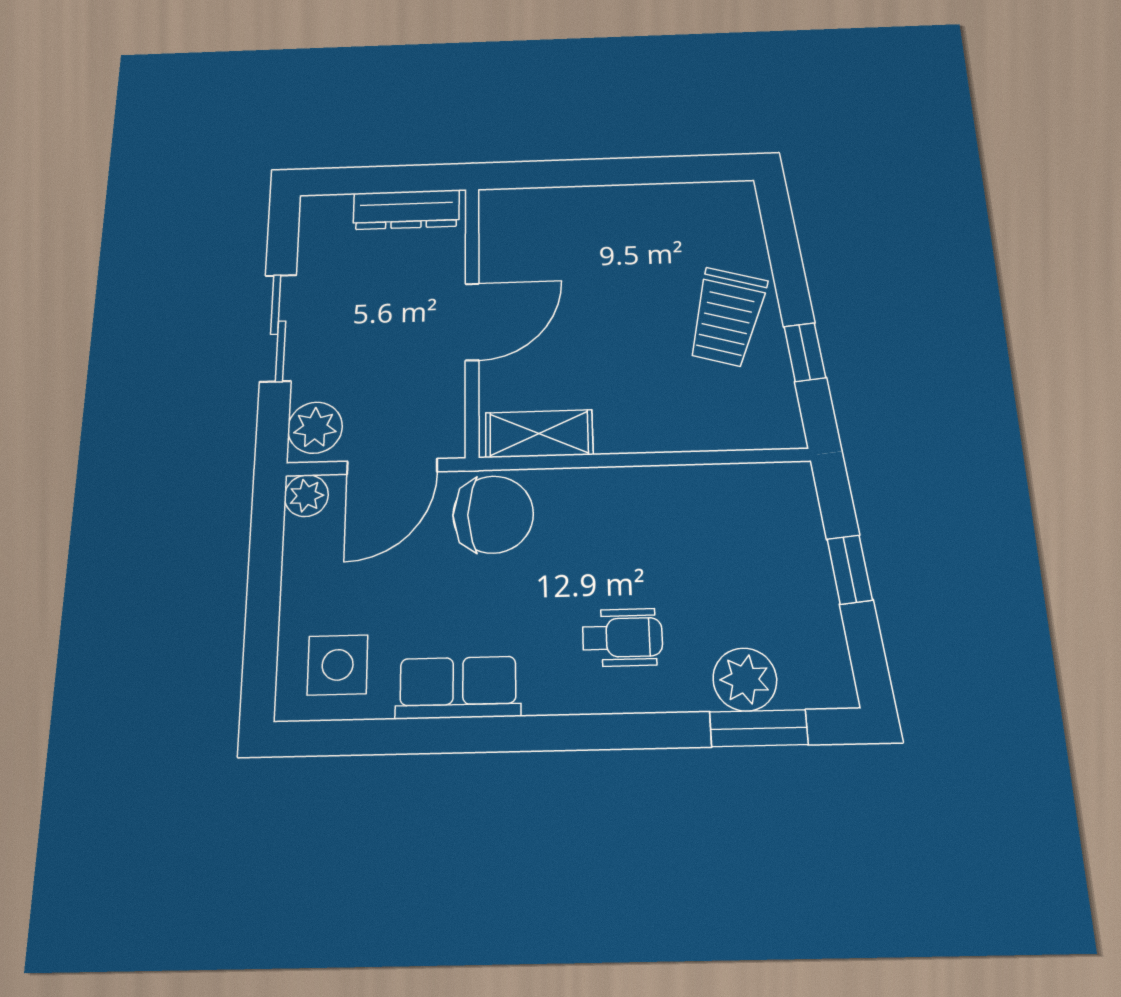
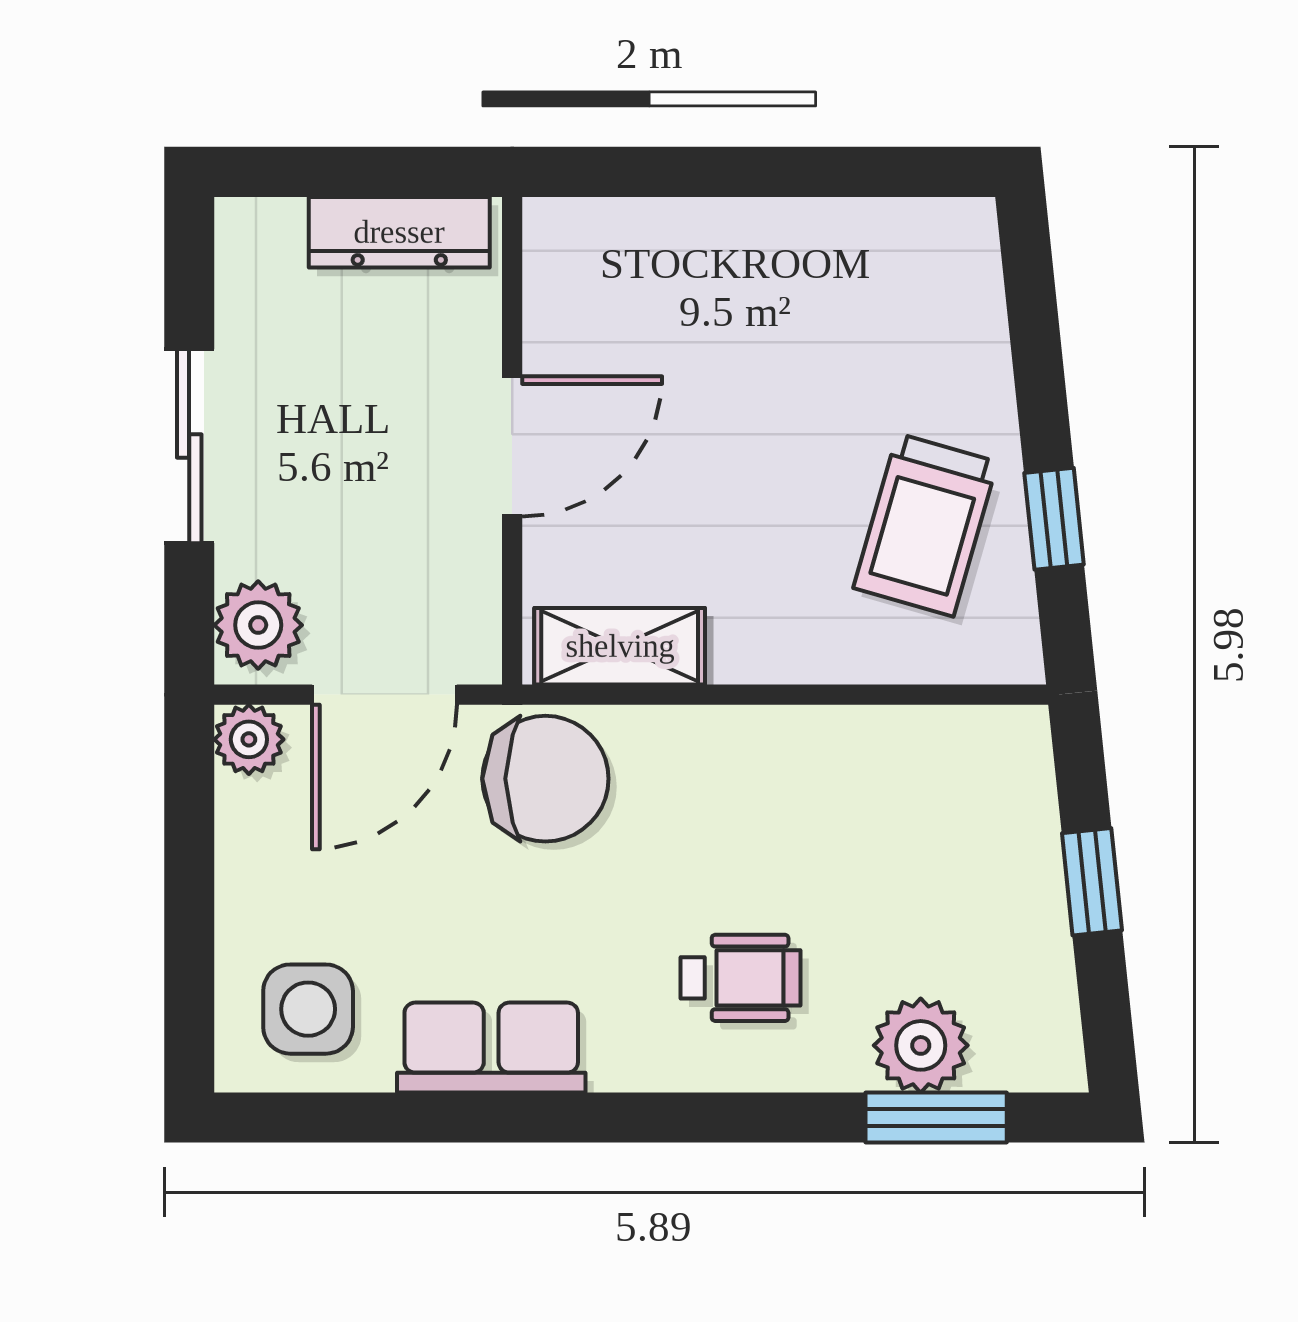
trolley: (727, 317) -> (925, 525), moved

